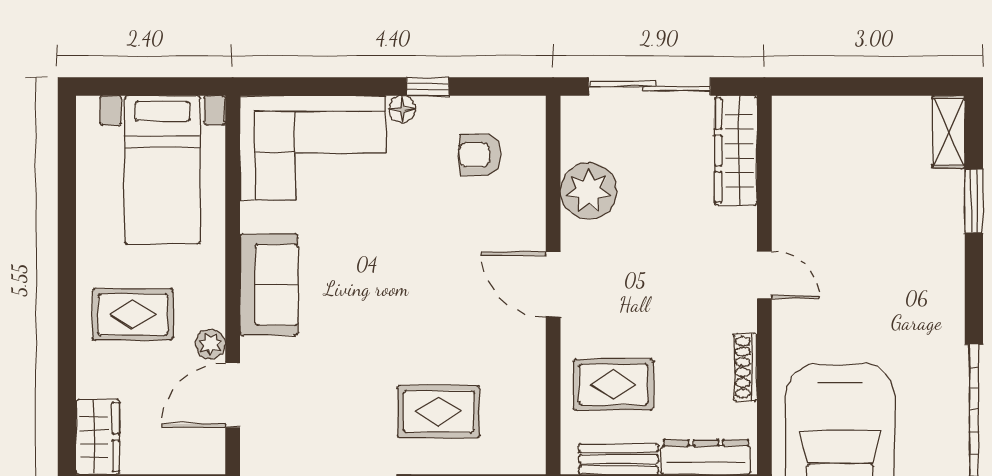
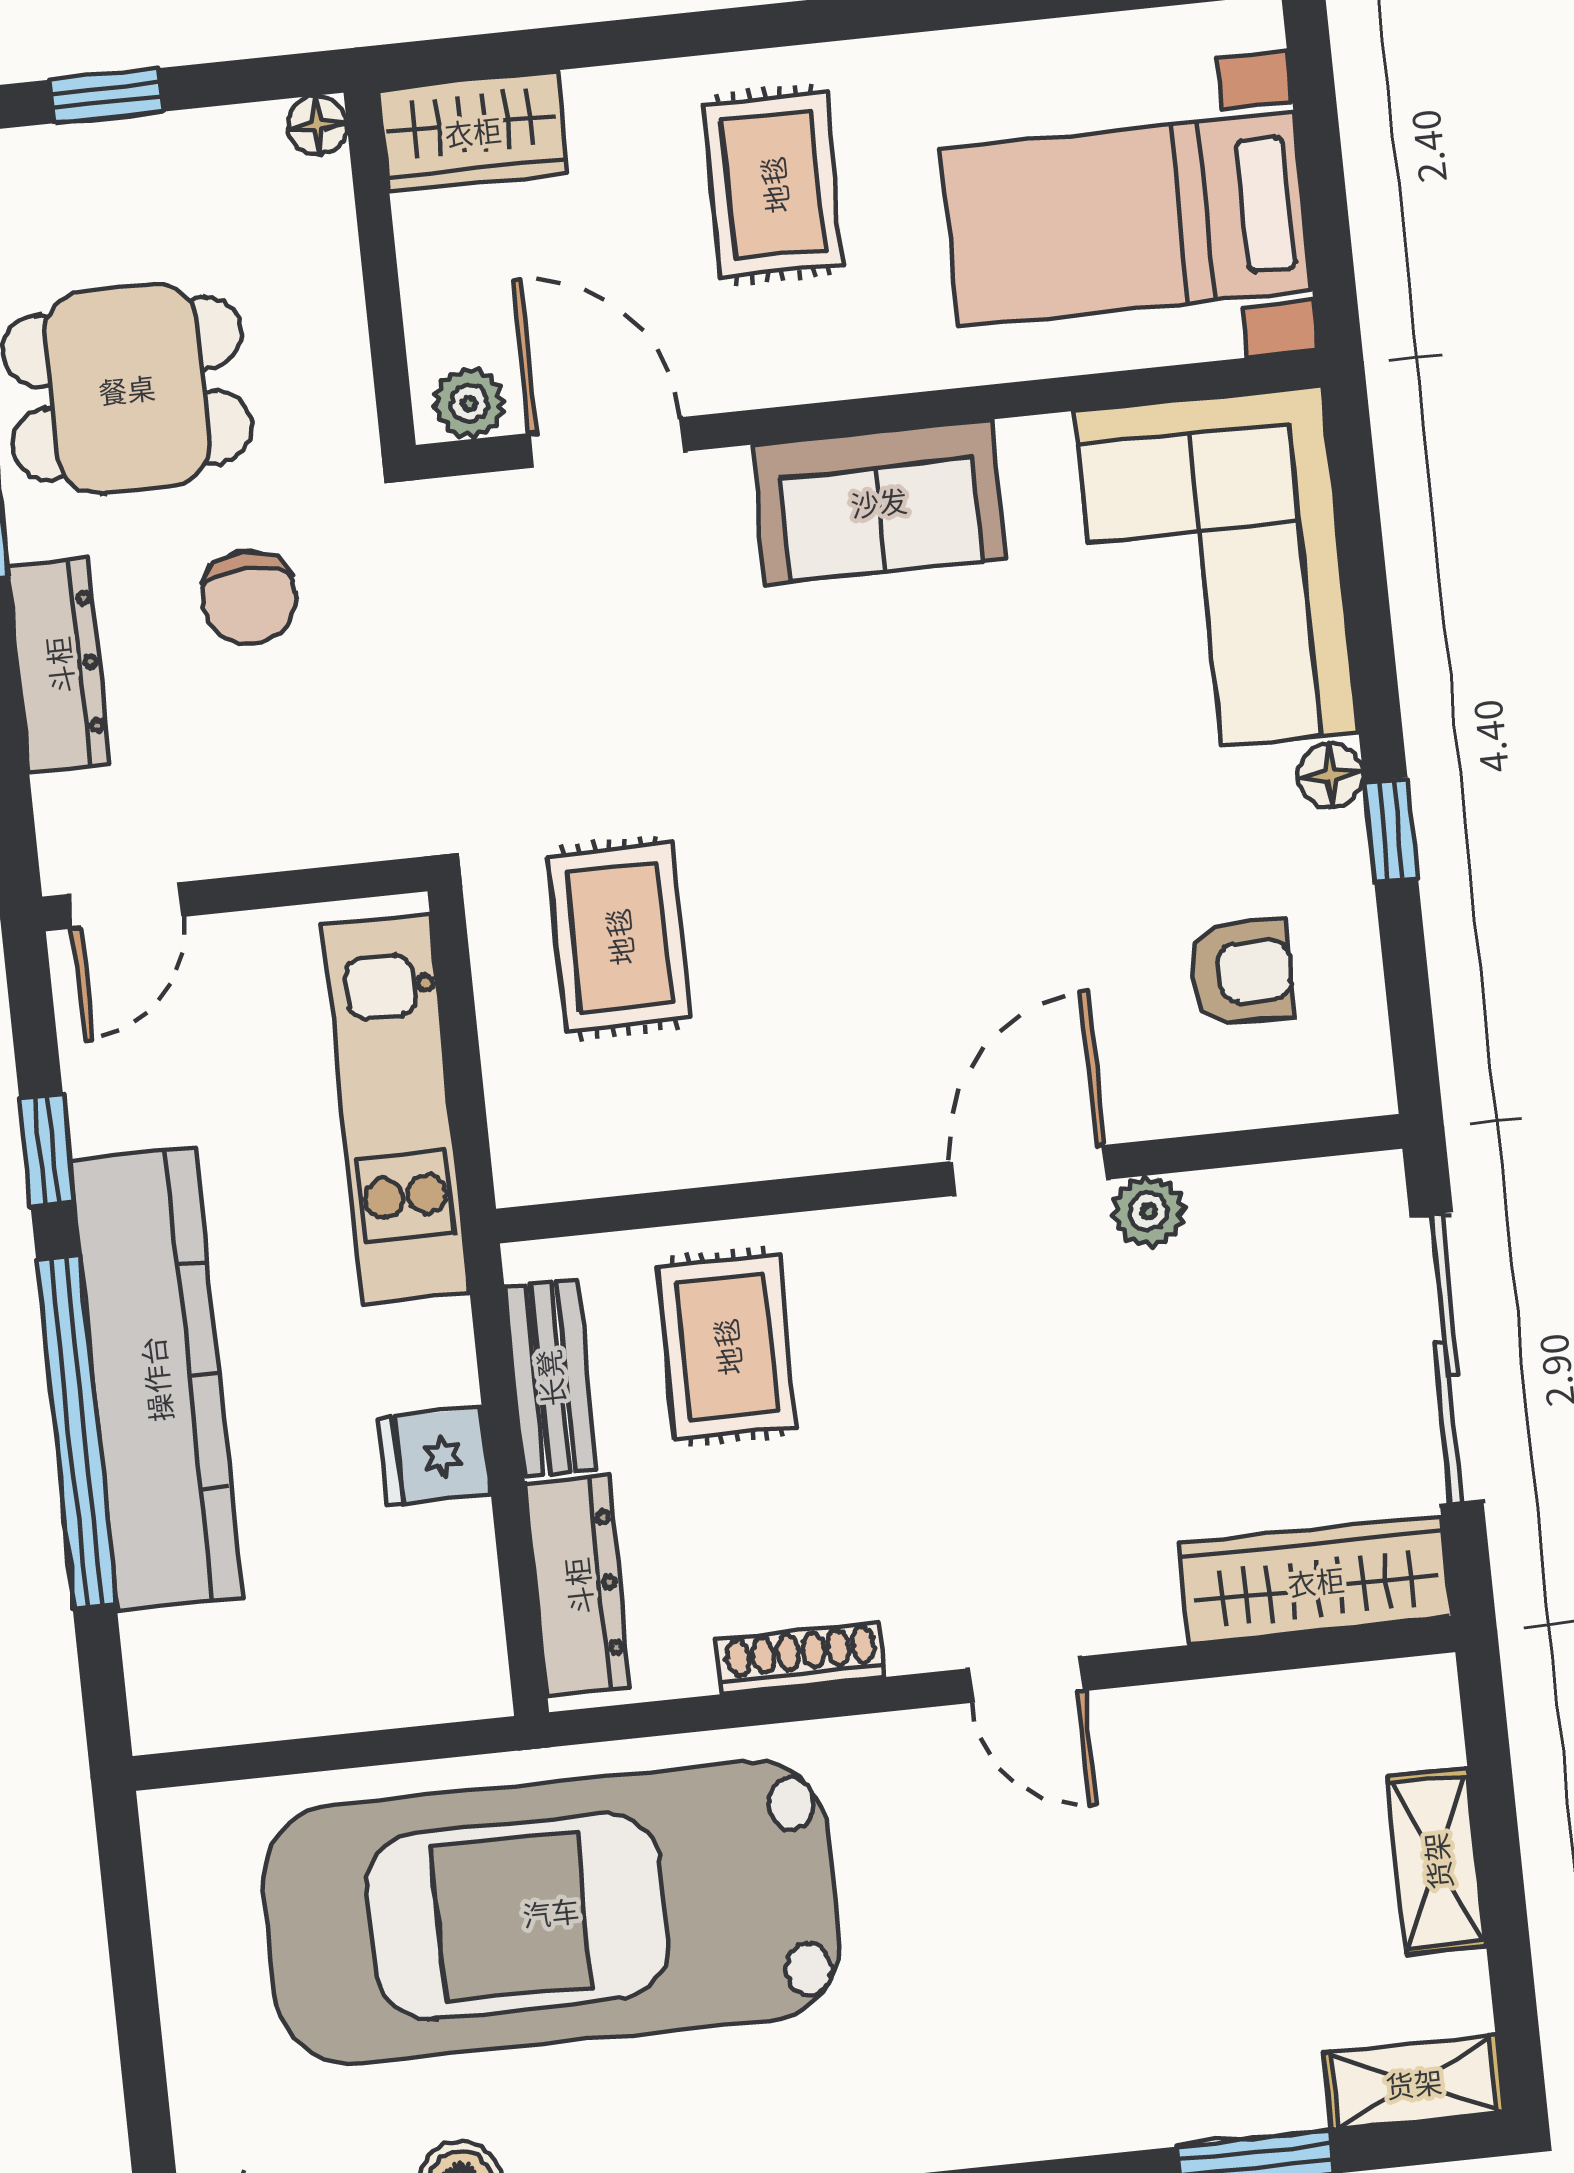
shelving: (858, 112) -> (1437, 1861), added
armchair: (480, 155) -> (1241, 972), turned 90
plant: (589, 191) -> (1148, 1212), width x0.53, depth x0.53
door: (764, 275) -> (1026, 1680), hinge flipped
door: (553, 284) -> (1029, 1170), moved
plant: (210, 344) -> (469, 403), moved

